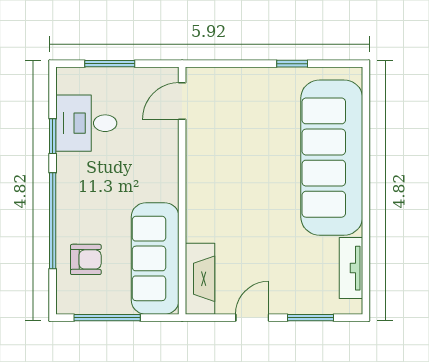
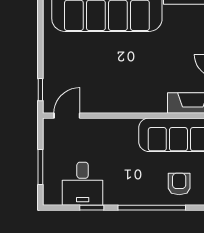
window: (292, 64) -> (40, 90), moved
door: (182, 101) -> (67, 116), swing flipped

